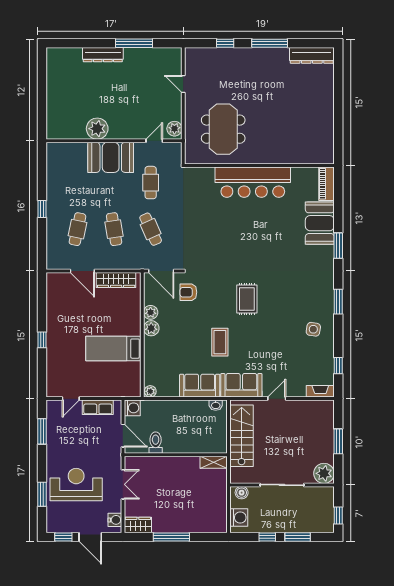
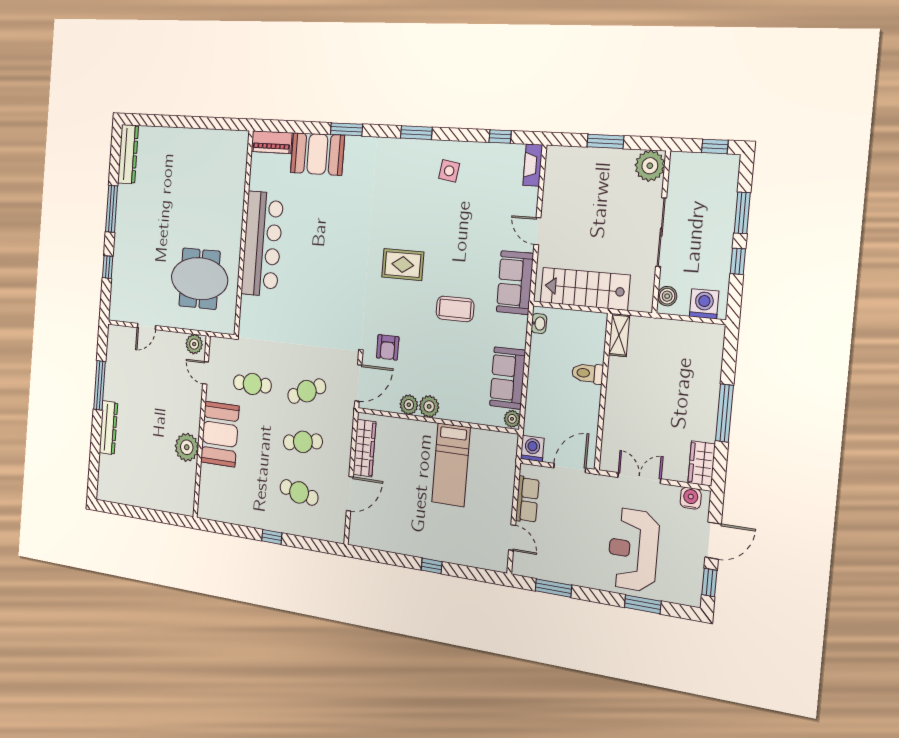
sofa: (200, 386) -> (508, 378), moved
toilet: (156, 443) -> (587, 373), moved

